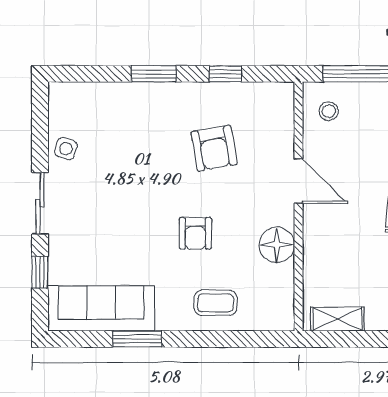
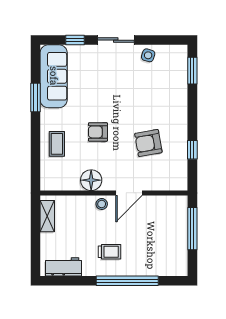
window: (154, 74) -> (192, 71), moved
stool: (329, 111) -> (102, 204), moved

